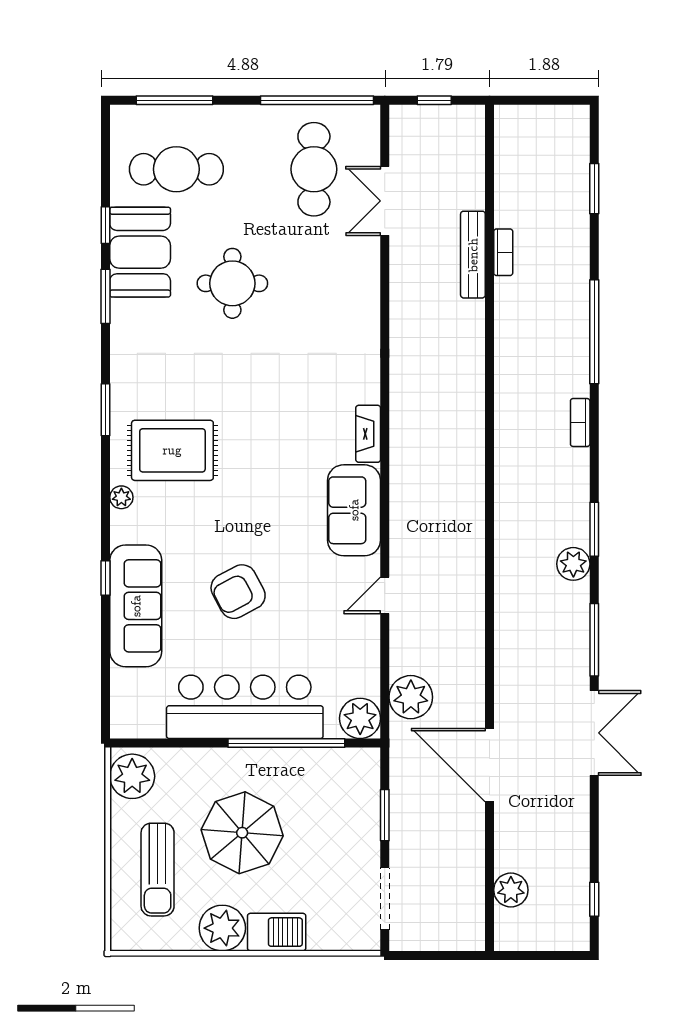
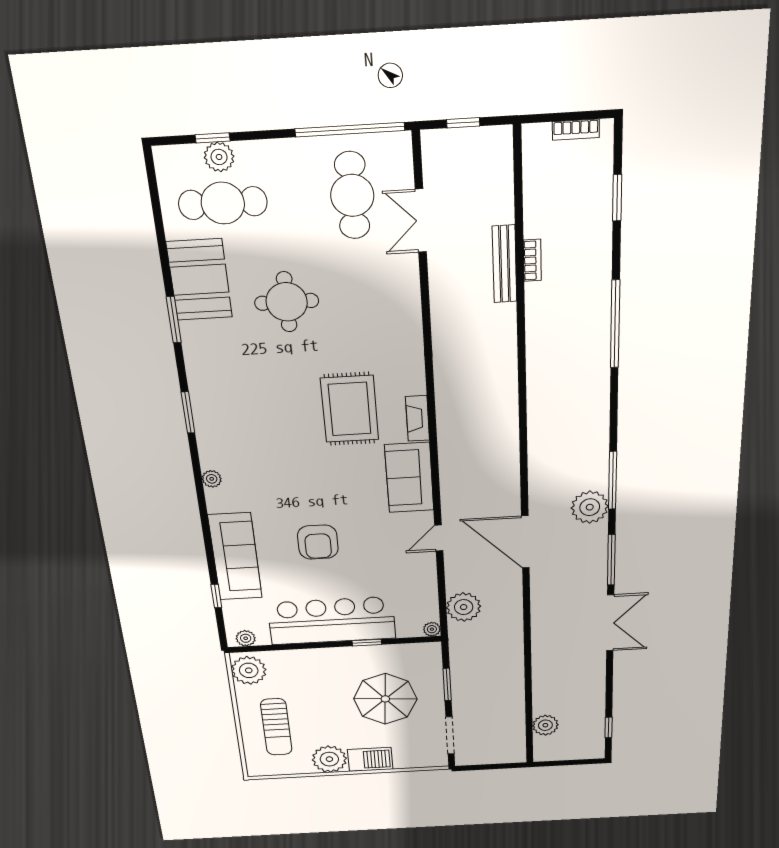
window: (175, 100) -> (213, 138), width x0.46
plant: (179, 120) -> (219, 157), added
window: (106, 225) -> (164, 258), removed
bookcase: (580, 422) -> (576, 130), moved, turned -90
rug: (172, 450) -> (350, 409), moved, turned 90
window: (594, 529) -> (613, 480), width x1.44
plant: (573, 564) -> (590, 507), width x1.36, depth x1.36
window: (106, 578) -> (216, 596), moved
armchair: (238, 592) -> (318, 542), turned -62
plant: (360, 718) -> (432, 629), width x0.53, depth x0.53
plant: (134, 726) -> (246, 638), added
window: (286, 743) -> (367, 643), width x0.32
door: (489, 765) -> (525, 542), moved
parasol: (242, 833) -> (385, 699), moved

